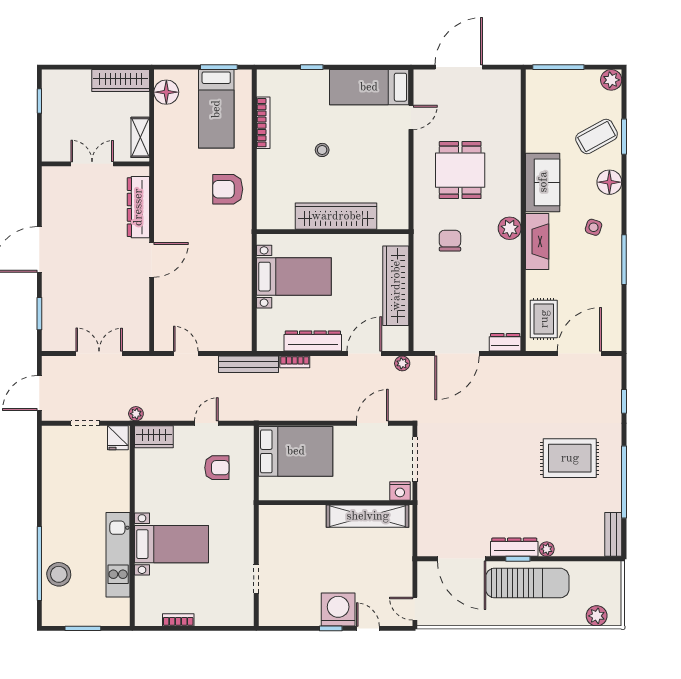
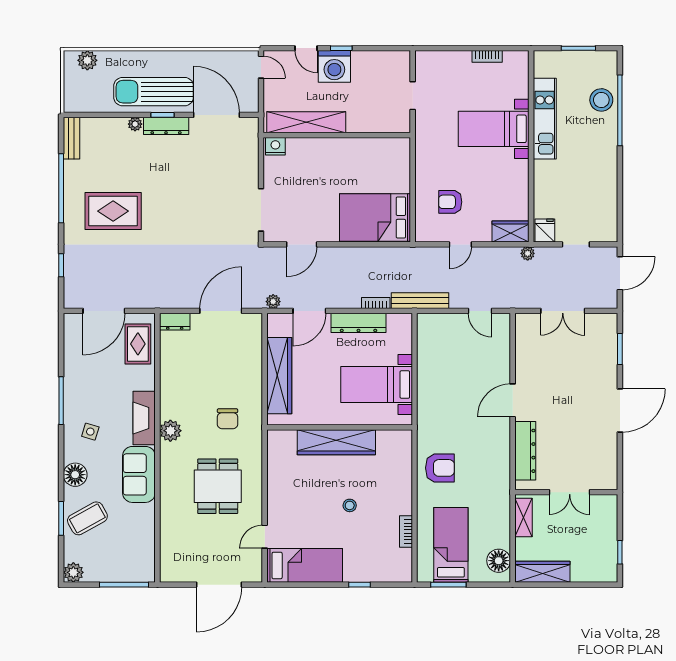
bookcase: (263, 123) -> (406, 532), width x0.64
nightstand: (400, 491) -> (275, 146), moved
wall: (336, 503) -> (337, 135), moved
shelving: (368, 516) -> (306, 122), moved

